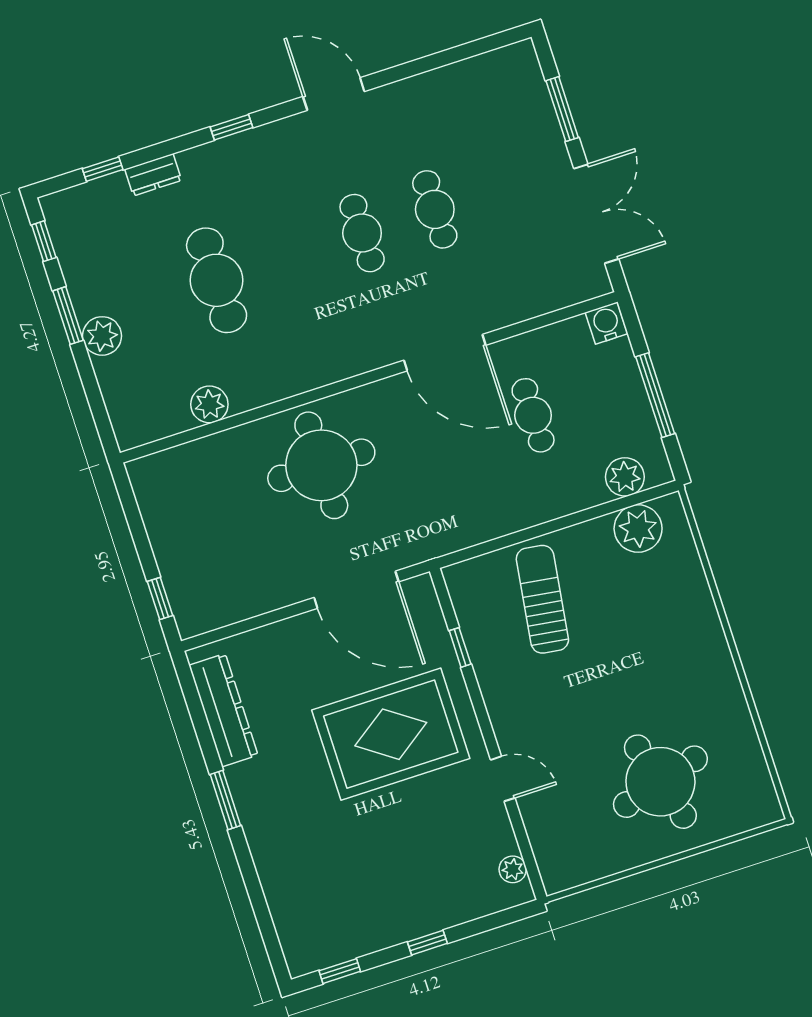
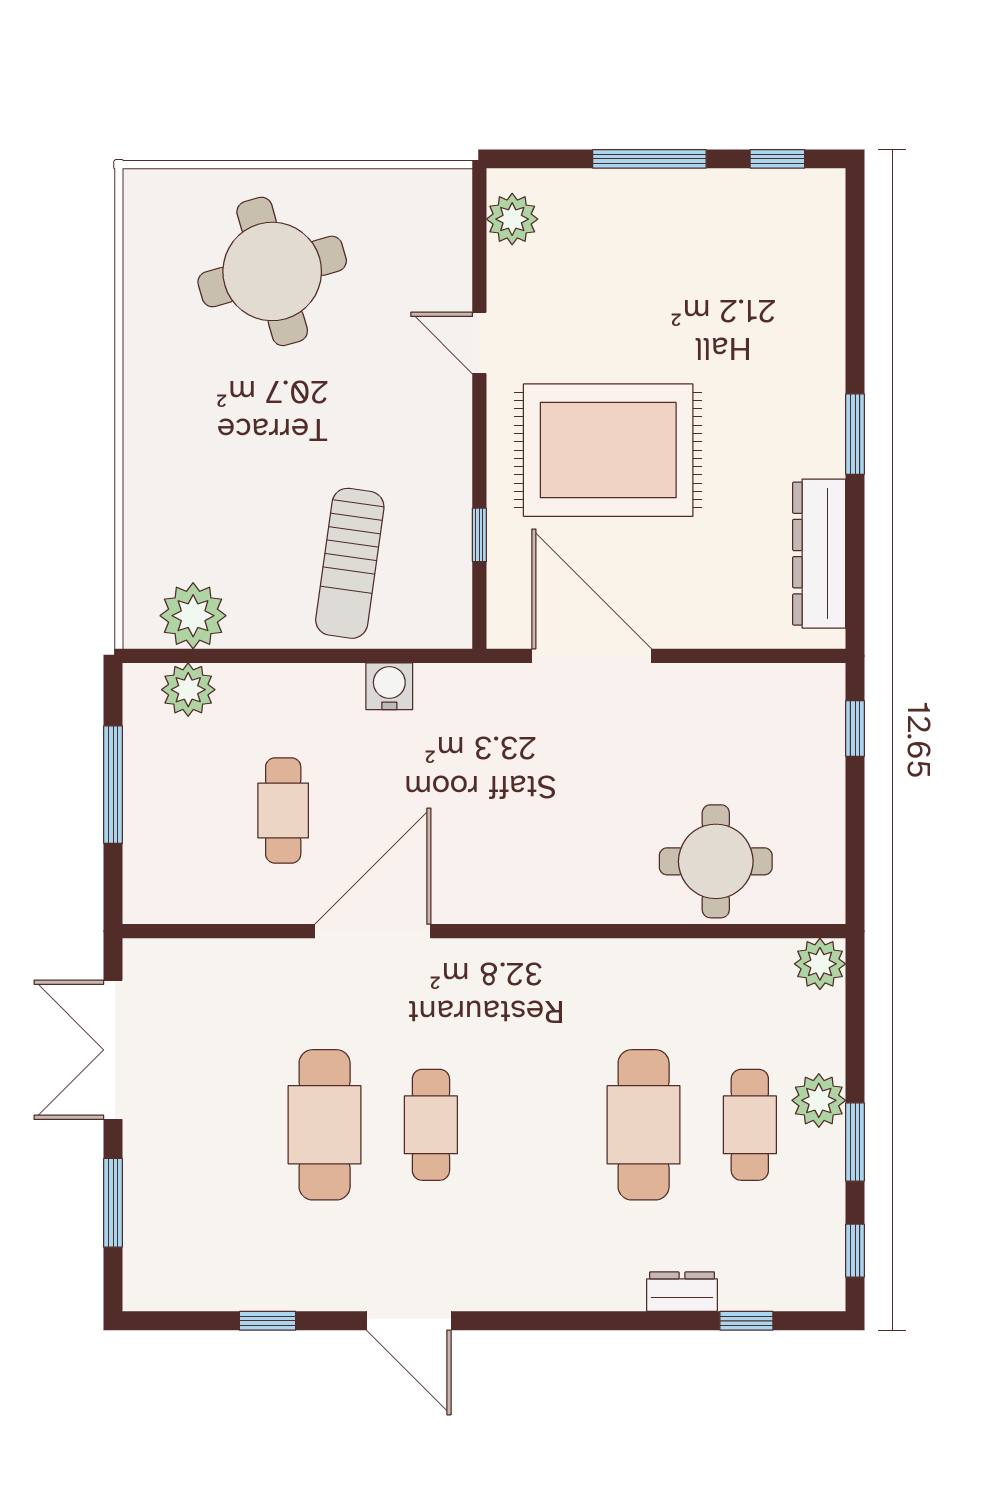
window: (232, 127) -> (268, 1321), moved
cafe table: (435, 209) -> (325, 1125), width x1.37, depth x1.35
cafe table: (144, 304) -> (750, 1125), added
water cooler: (606, 323) -> (389, 686), moved, turned 180
door: (445, 353) -> (373, 931), hinge flipped
plant: (209, 404) -> (820, 964), moved
round table: (321, 465) -> (716, 861), moved, width x0.73, depth x0.73
plant: (513, 869) -> (512, 219), width x1.38, depth x1.38
window: (427, 943) -> (649, 159), width x2.17

